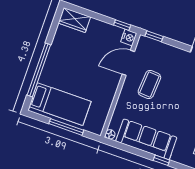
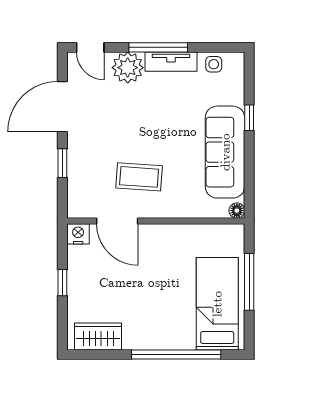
wardrobe: (74, 20) -> (98, 336), moved, turned -90
window: (122, 25) -> (62, 283), moved
window: (154, 36) -> (62, 163), moved

